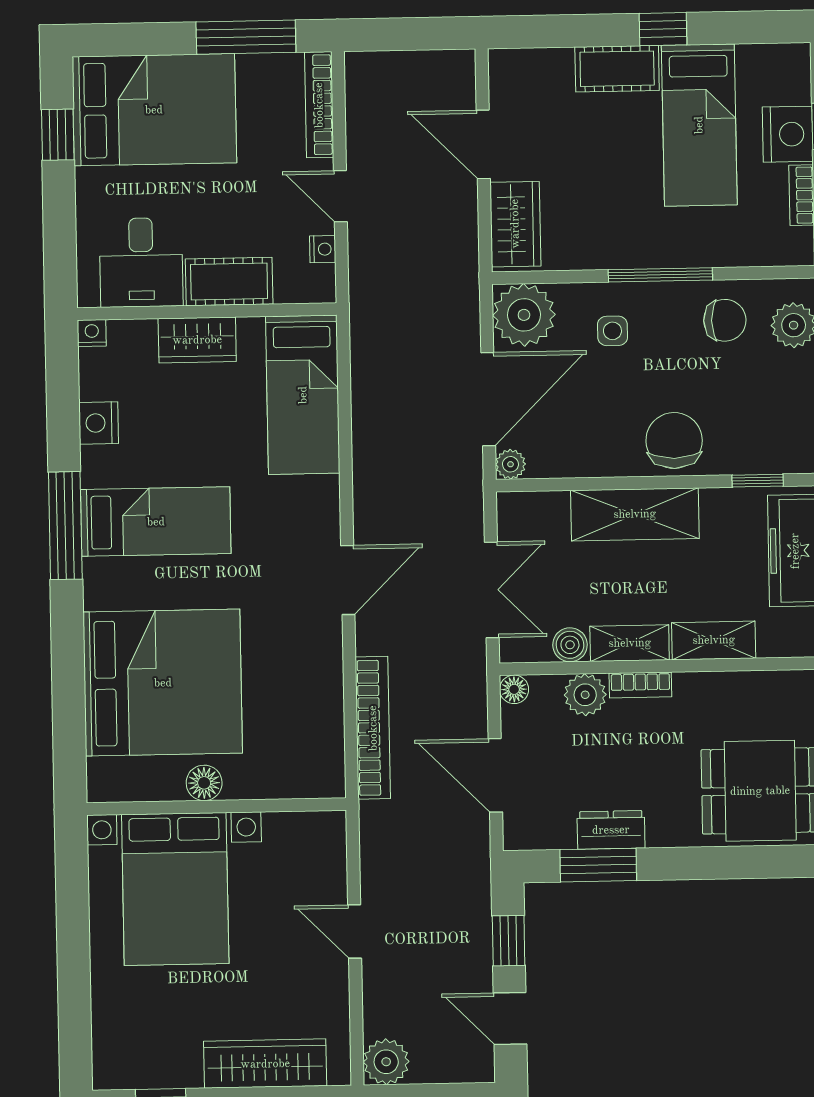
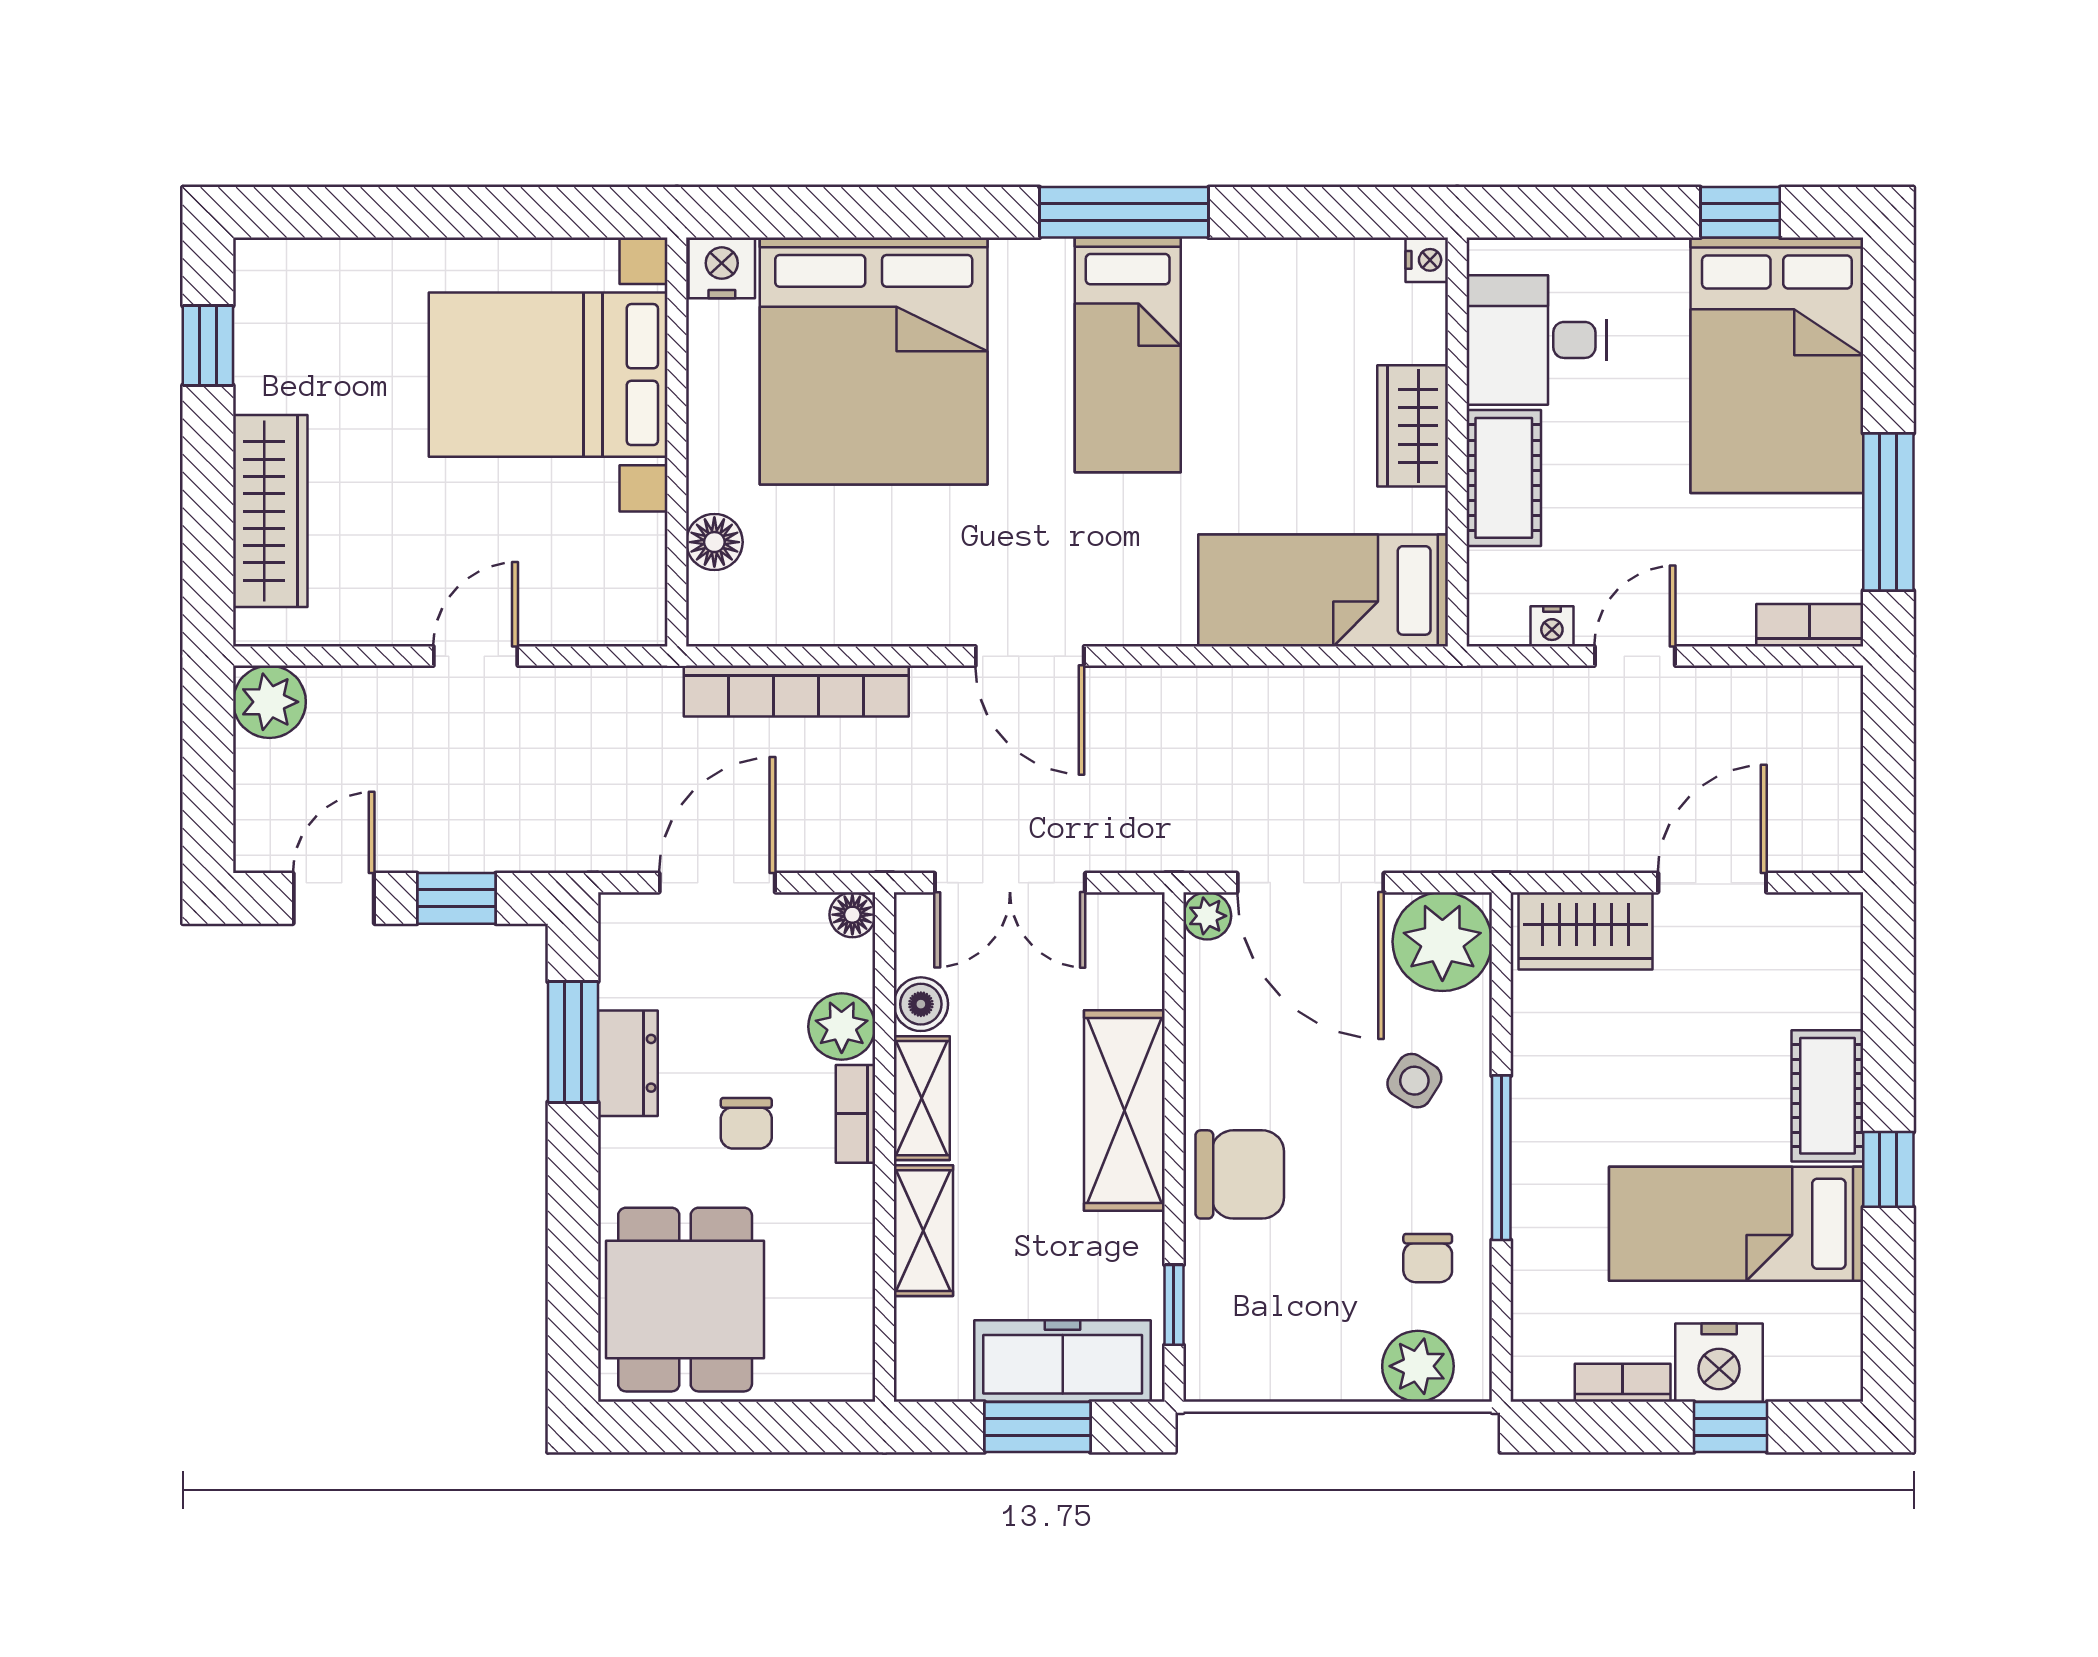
bookcase: (319, 105) -> (1810, 625), width x0.64
chair: (725, 320) -> (1428, 1258), width x0.73, depth x0.73
side table: (612, 331) -> (1414, 1081), turned 32
nightstand: (99, 423) -> (722, 268), moved
chair: (648, 754) -> (746, 1123), added
floor lamp: (204, 783) -> (714, 542), moved

